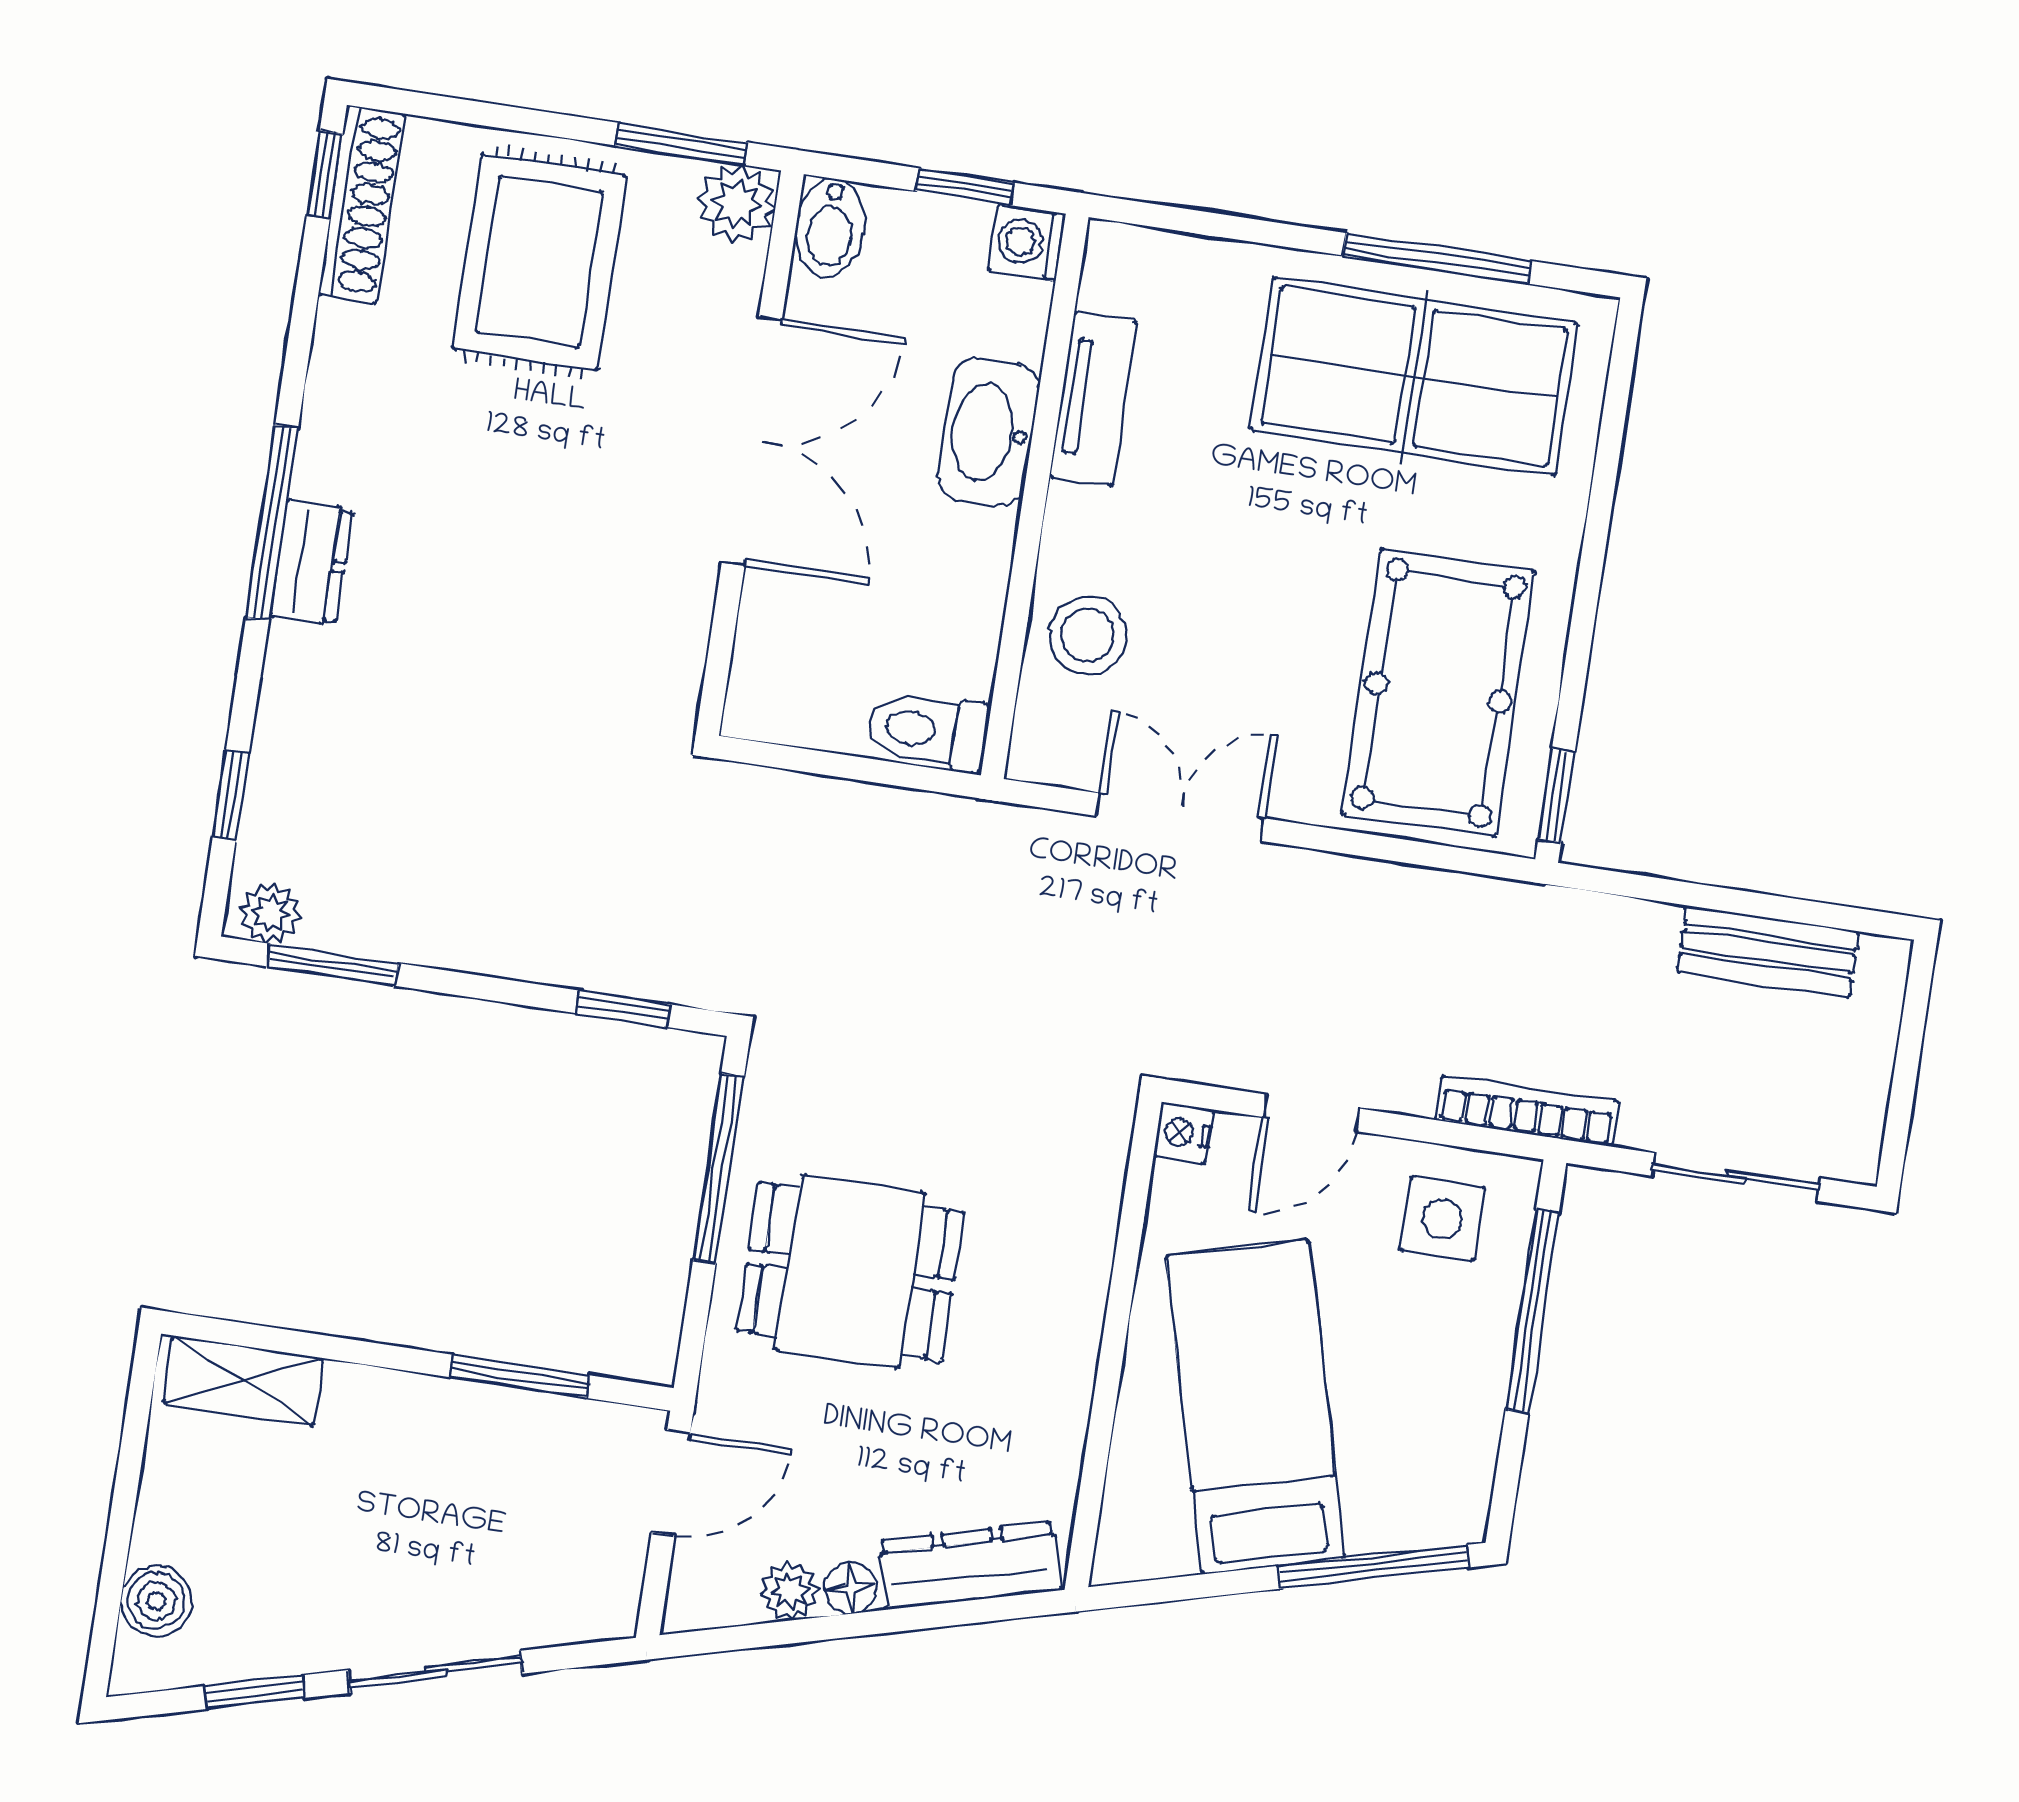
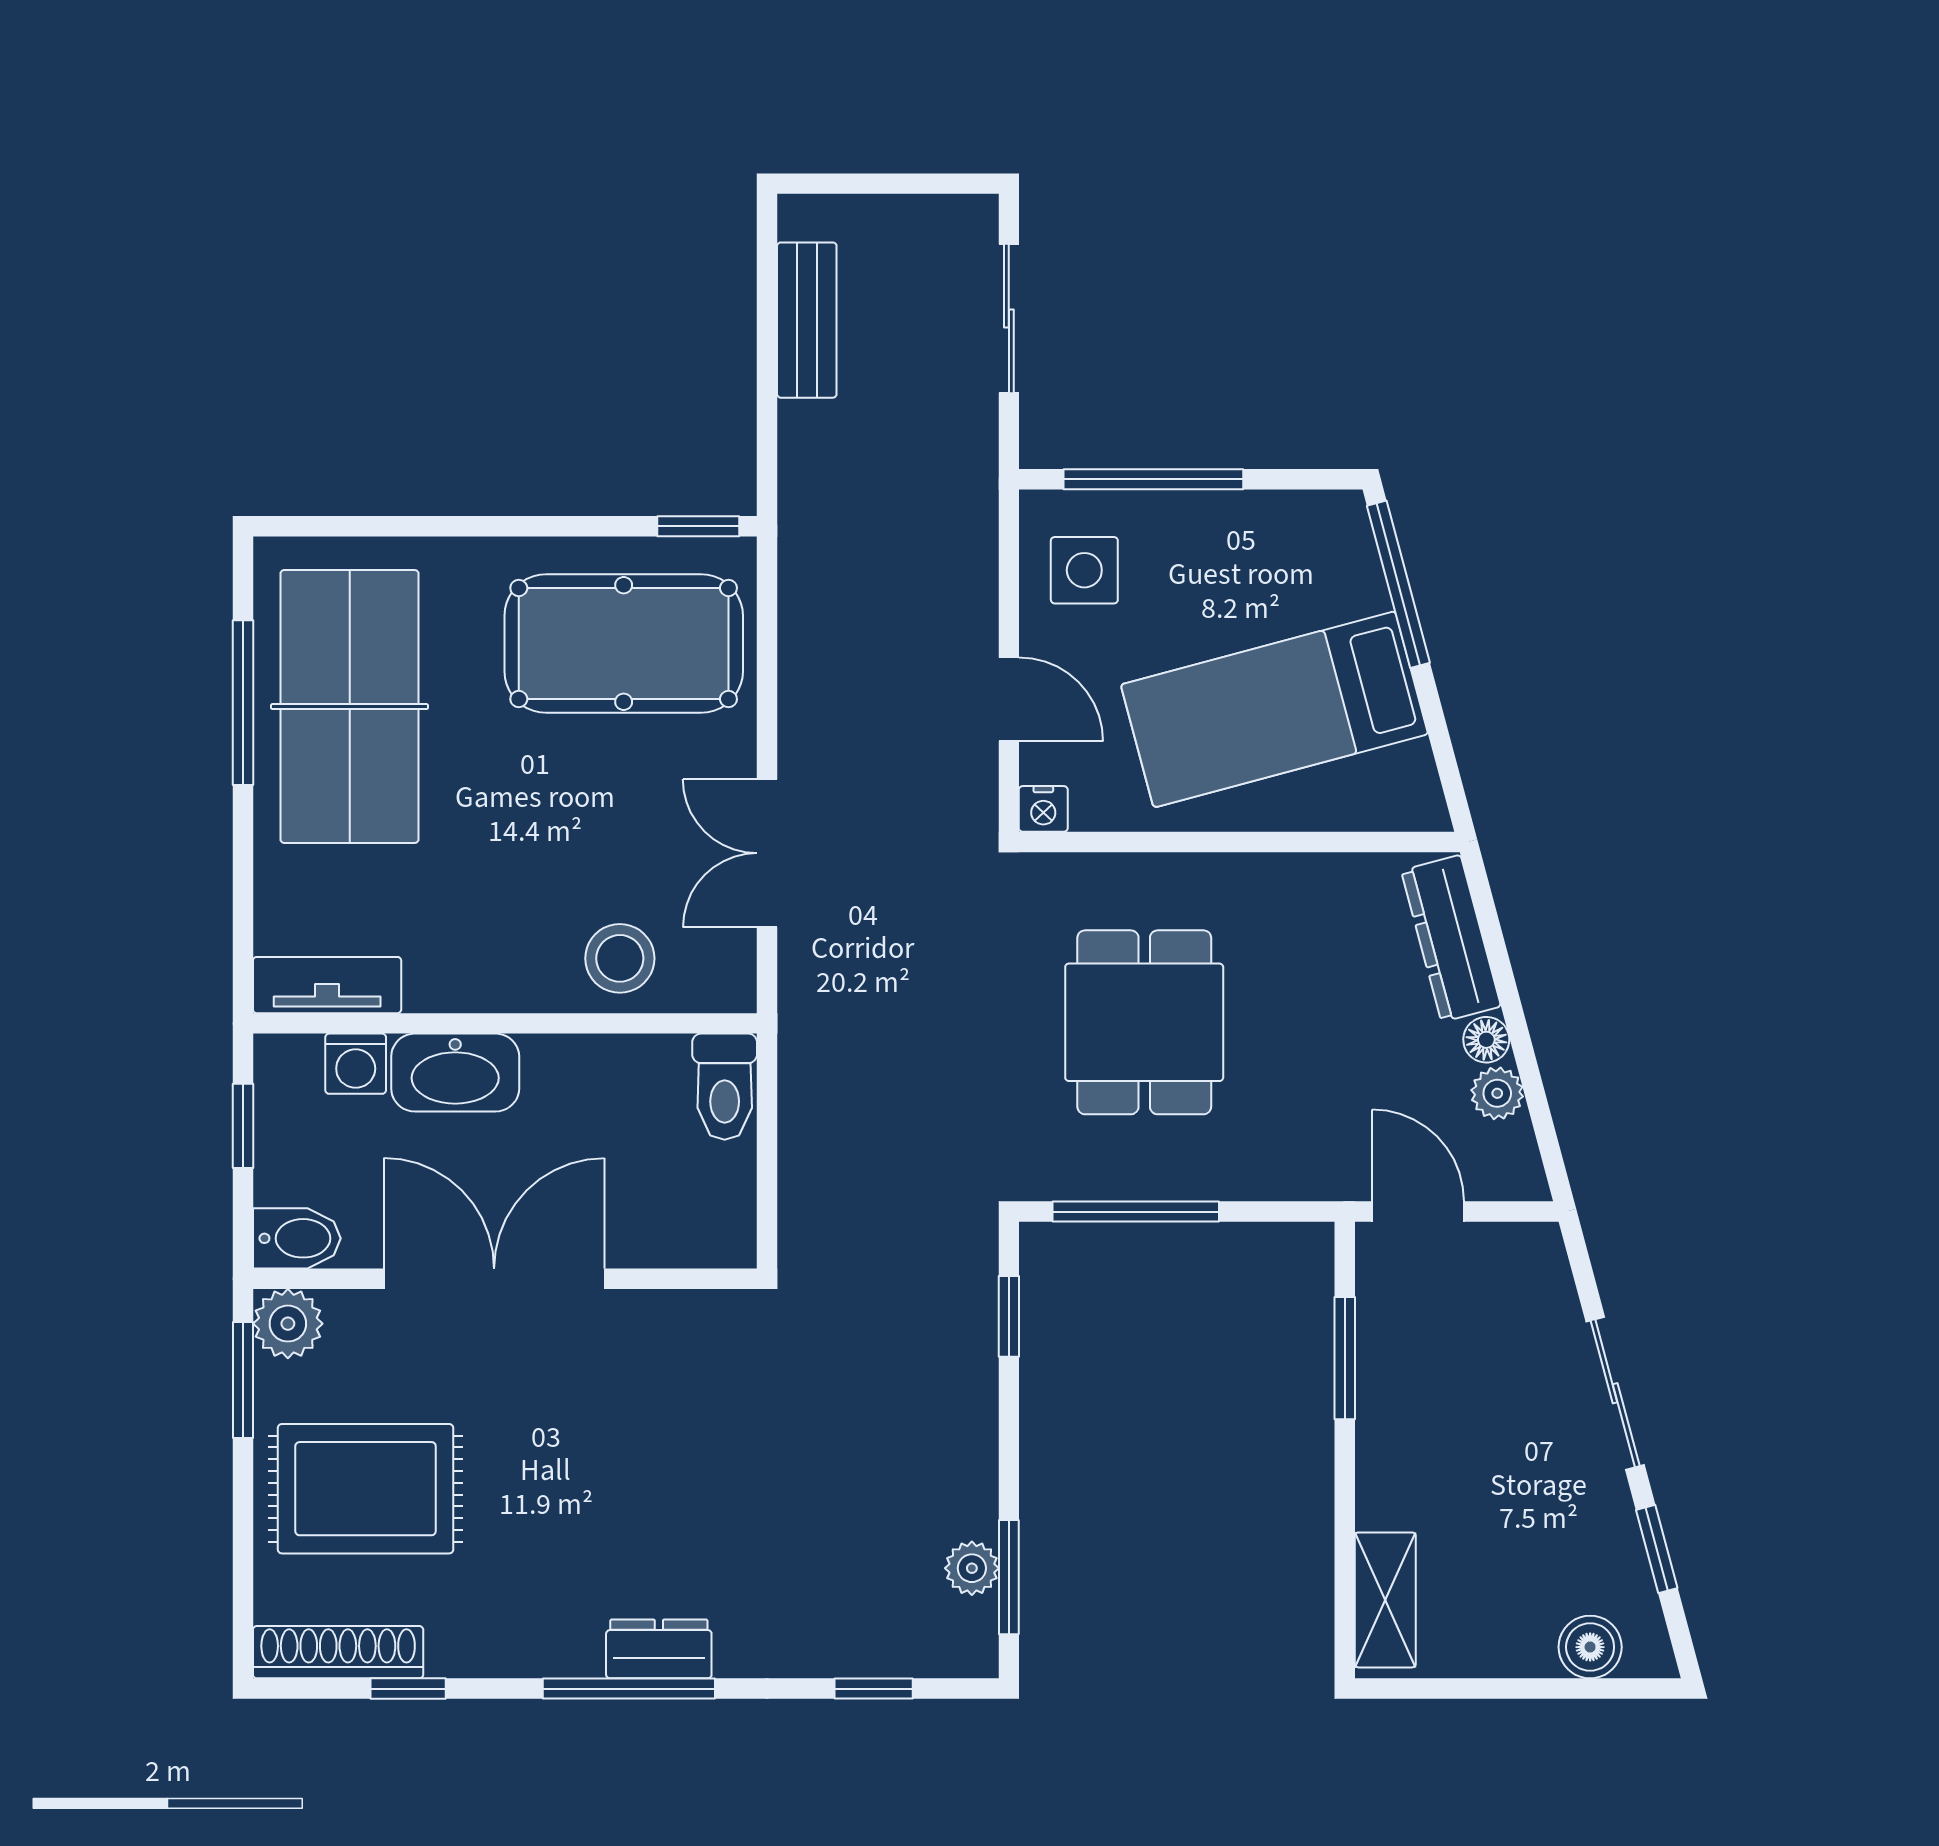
window: (325, 174) -> (408, 1689), moved
washing machine: (1027, 242) -> (356, 1064), moved
tv unit: (1093, 399) -> (327, 985), moved
plant: (270, 913) -> (972, 1568), moved
bookcase: (1527, 1111) -> (979, 511), removed
dining table: (850, 1271) -> (1144, 1022), moved

